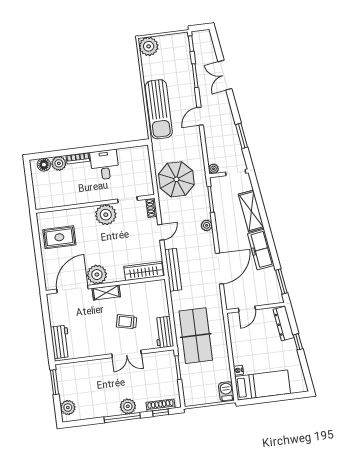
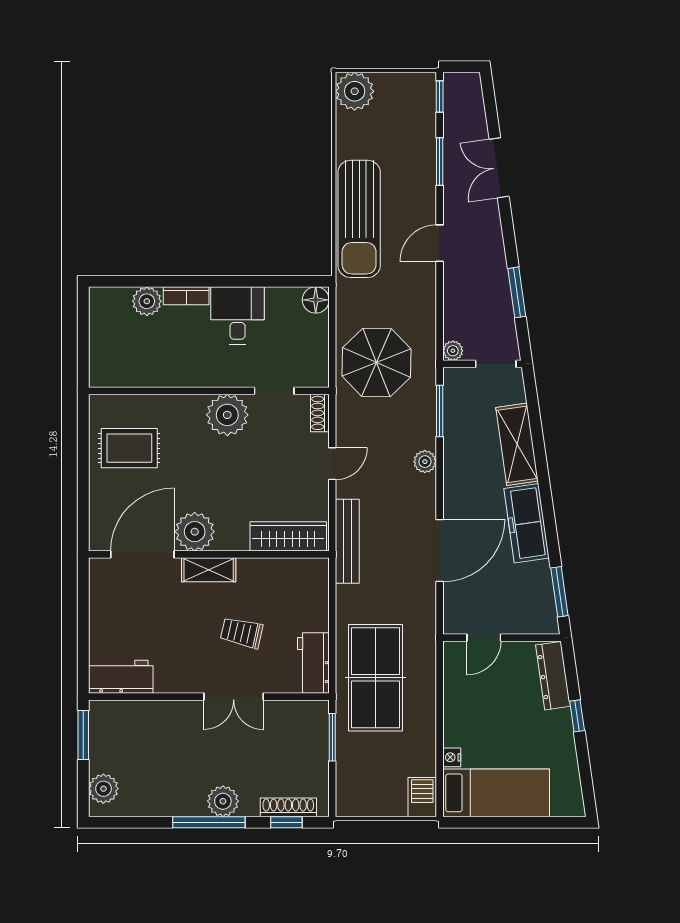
floor lamp: (44, 165) -> (316, 300), moved
workbench: (60, 342) -> (121, 677), moved, turned -90

